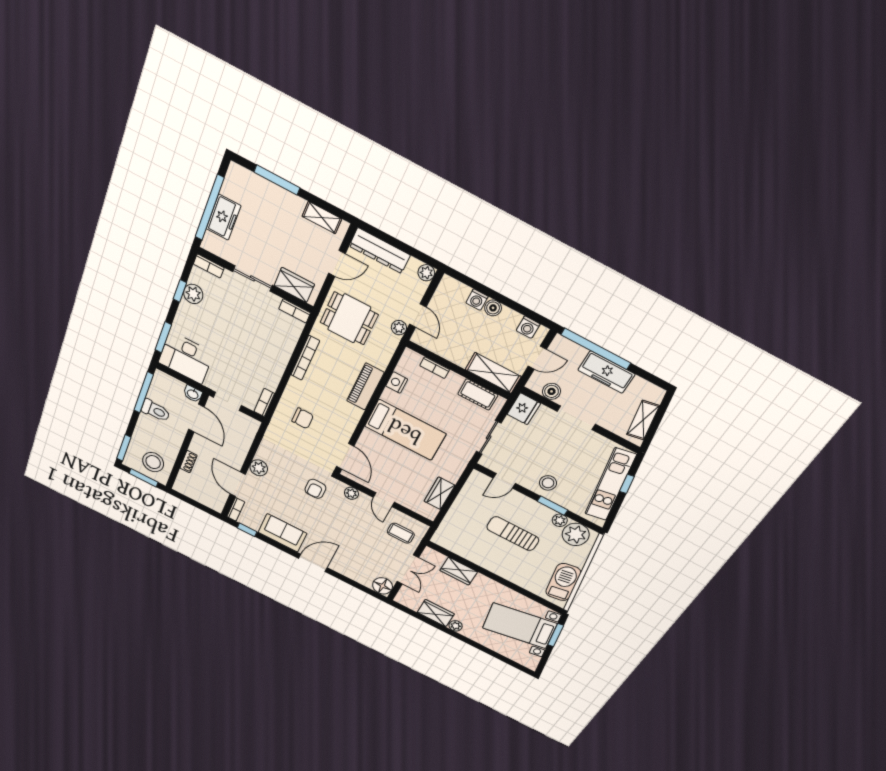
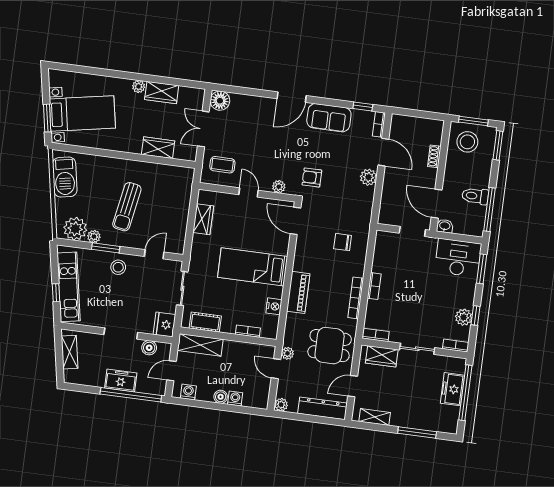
freezer: (606, 372) -> (121, 380), width x0.71
bookcase: (264, 403) -> (374, 286), moved
armchair: (315, 489) -> (312, 177), turned -90
sun lounger: (513, 534) -> (127, 207), turned 100

